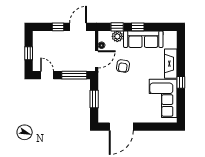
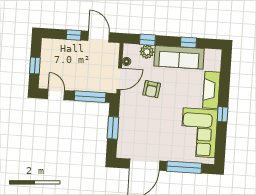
door: (78, 27) -> (99, 37), hinge flipped
window: (138, 27) -> (188, 42), moved
window: (153, 127) -> (184, 167), added

